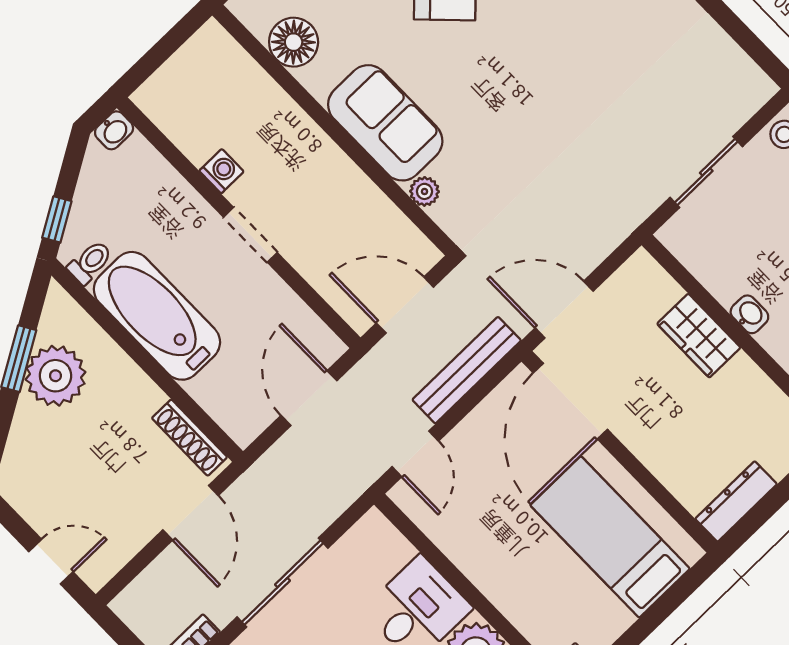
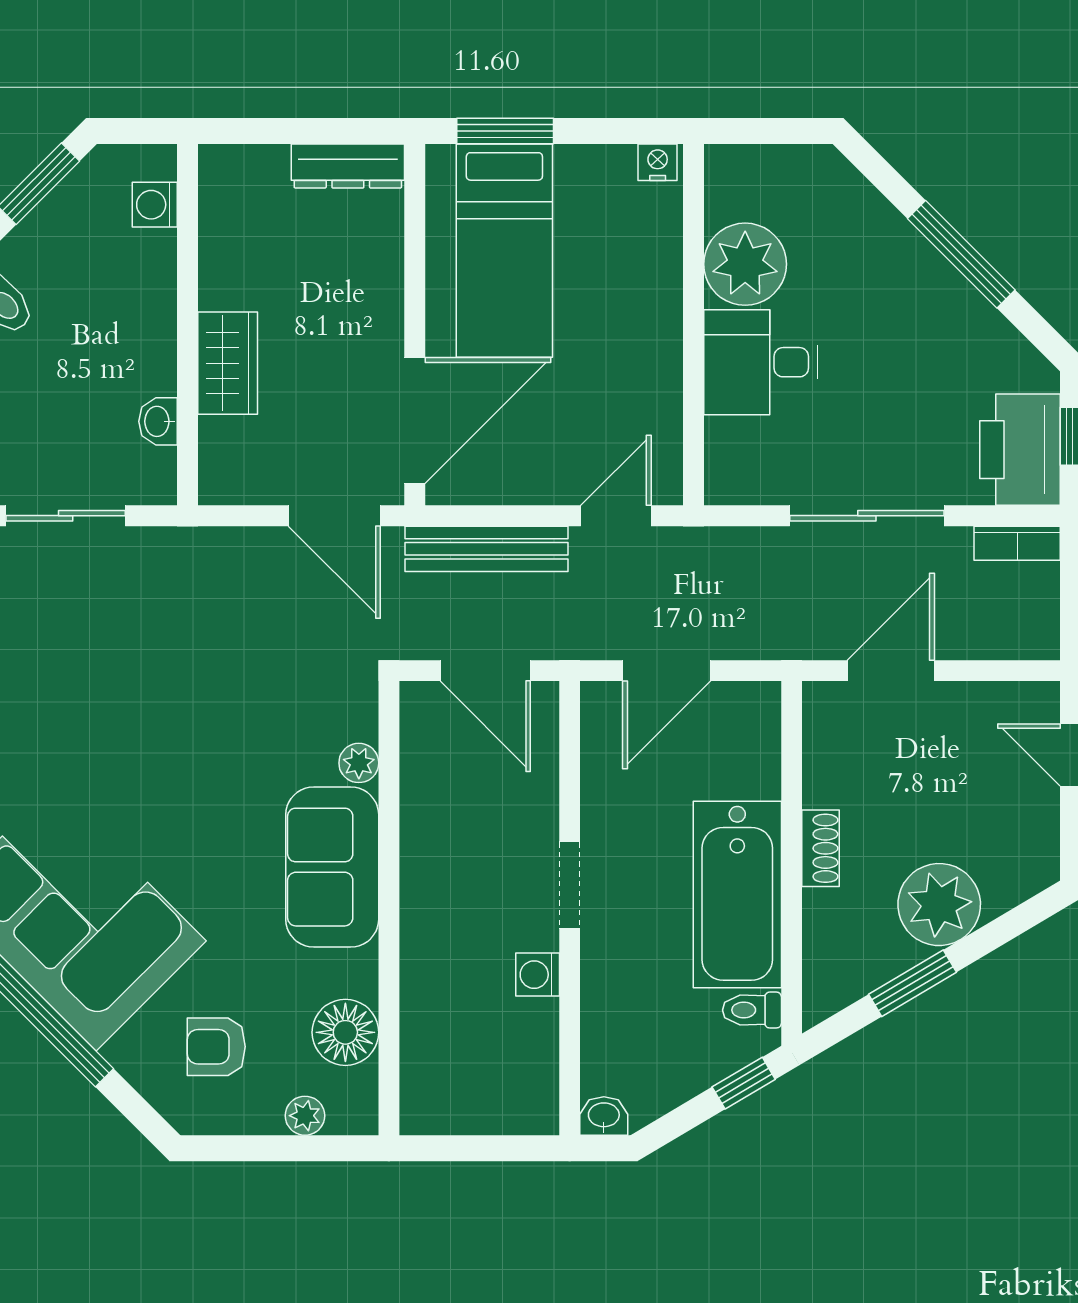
washbasin: (749, 314) -> (158, 421), moved
plant: (55, 376) -> (939, 905), moved
shoe rack: (189, 438) -> (821, 848), moved, width x0.70
window: (671, 601) -> (505, 131), added

